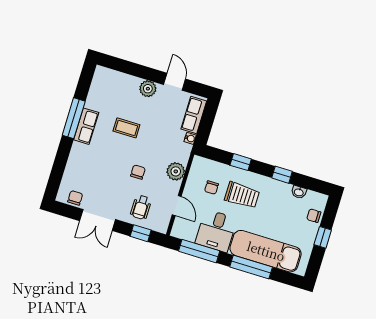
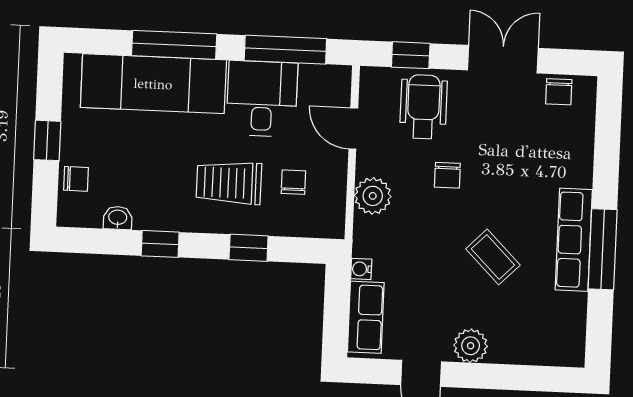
row of seats: (86, 126) -> (574, 240), width x1.48
coffee table: (126, 128) -> (493, 257), turned 45
wheelchair: (141, 207) -> (424, 107), width x1.36, depth x1.37

